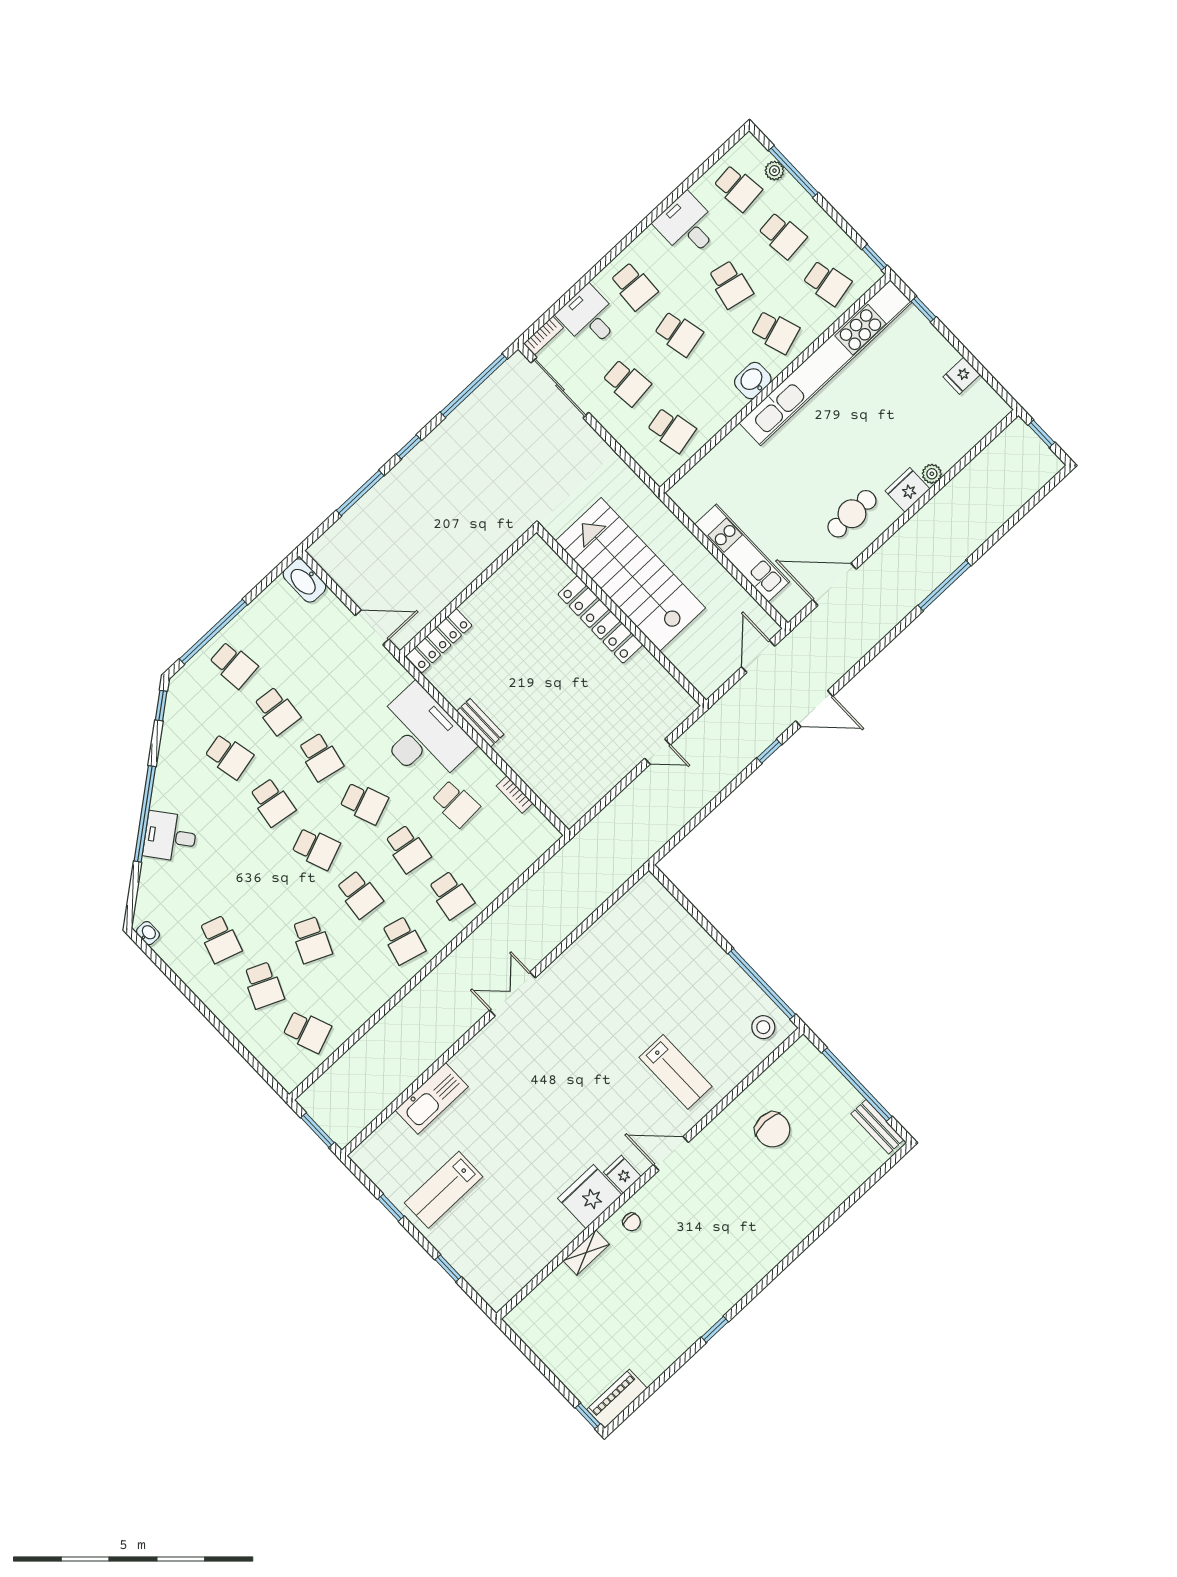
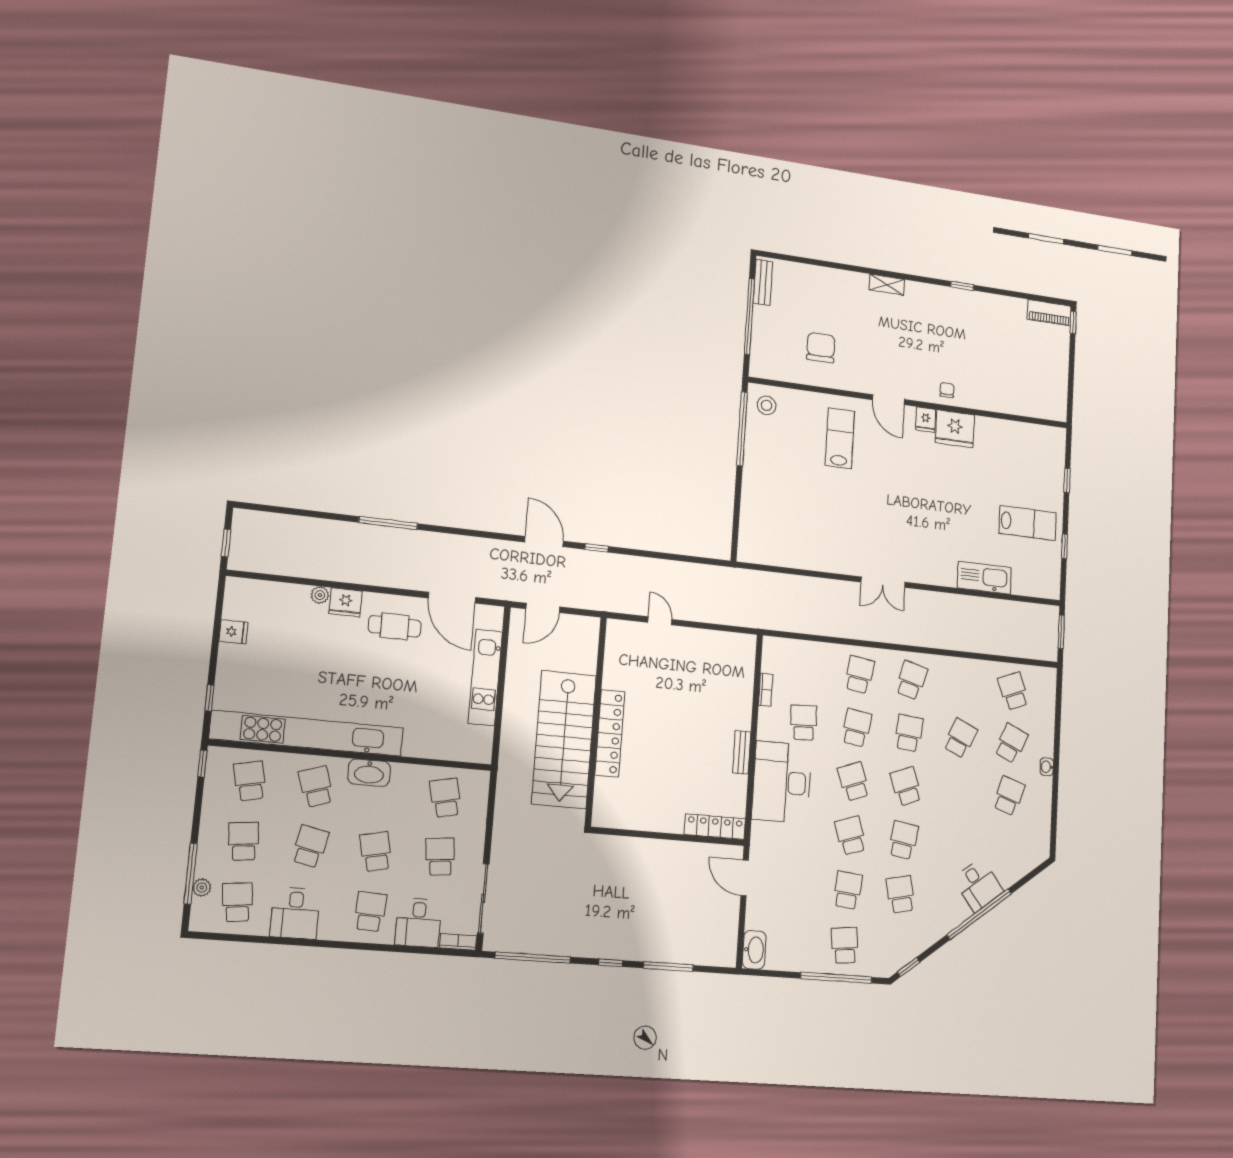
washbasin: (753, 381) -> (369, 773), width x1.38
school desk: (320, 757) -> (851, 836), turned -30
washbasin: (148, 933) -> (1047, 767), moved
shelving: (586, 1253) -> (887, 285), moved

